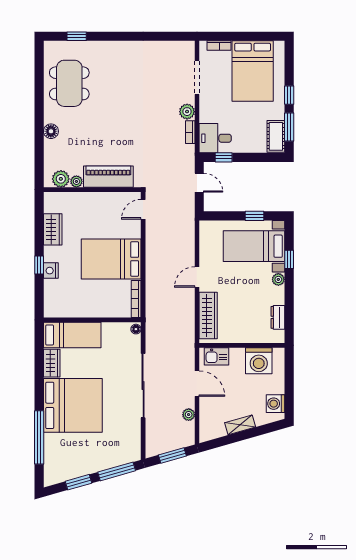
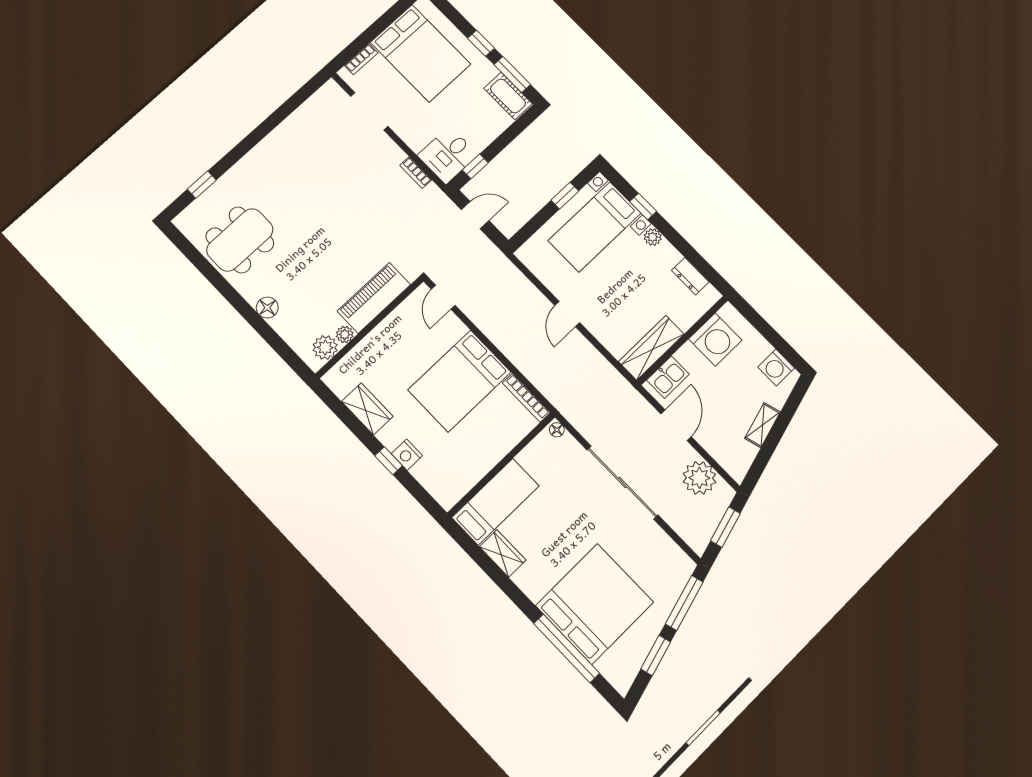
dining table: (69, 83) -> (240, 240), turned 90
plant: (187, 112) -> (392, 155), removed
wardrobe: (208, 315) -> (651, 348), moved, turned -90
door: (197, 384) -> (676, 425), hinge flipped
bed: (73, 405) -> (595, 604), moved
plant: (189, 415) -> (699, 478), width x1.88, depth x1.88

